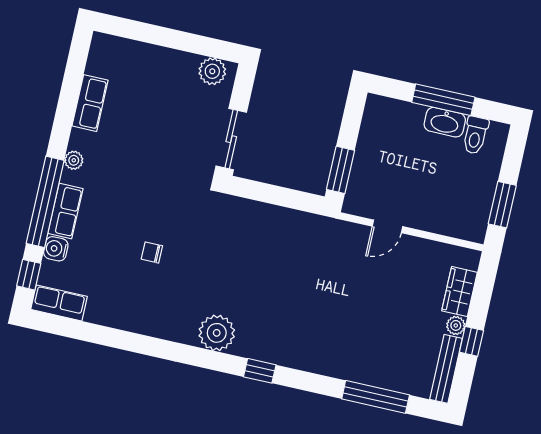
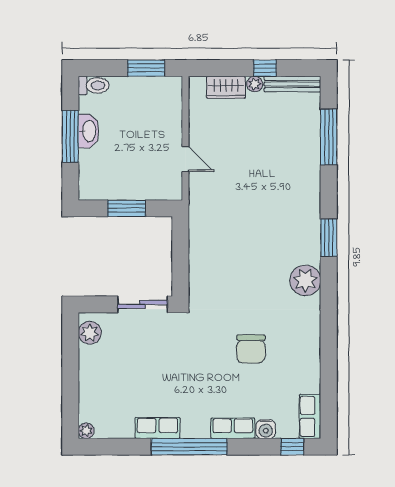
row of seats: (90, 103) -> (157, 428), moved
toilet: (475, 135) -> (94, 85), moved
plant: (74, 160) -> (86, 431), moved
window: (341, 170) -> (127, 208), moved
window: (45, 202) -> (189, 447), moved
chair: (152, 252) -> (251, 349), width x1.87, depth x1.87
window: (260, 371) -> (329, 238), width x1.50

